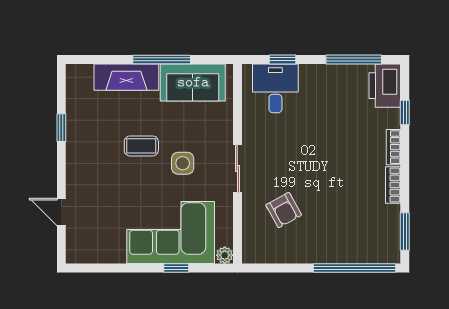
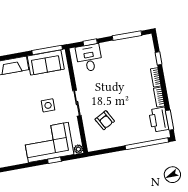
window: (162, 59) -> (47, 50), moved
printer: (385, 86) -> (159, 120), moved
coffee table: (141, 146) -> (25, 100), removed

